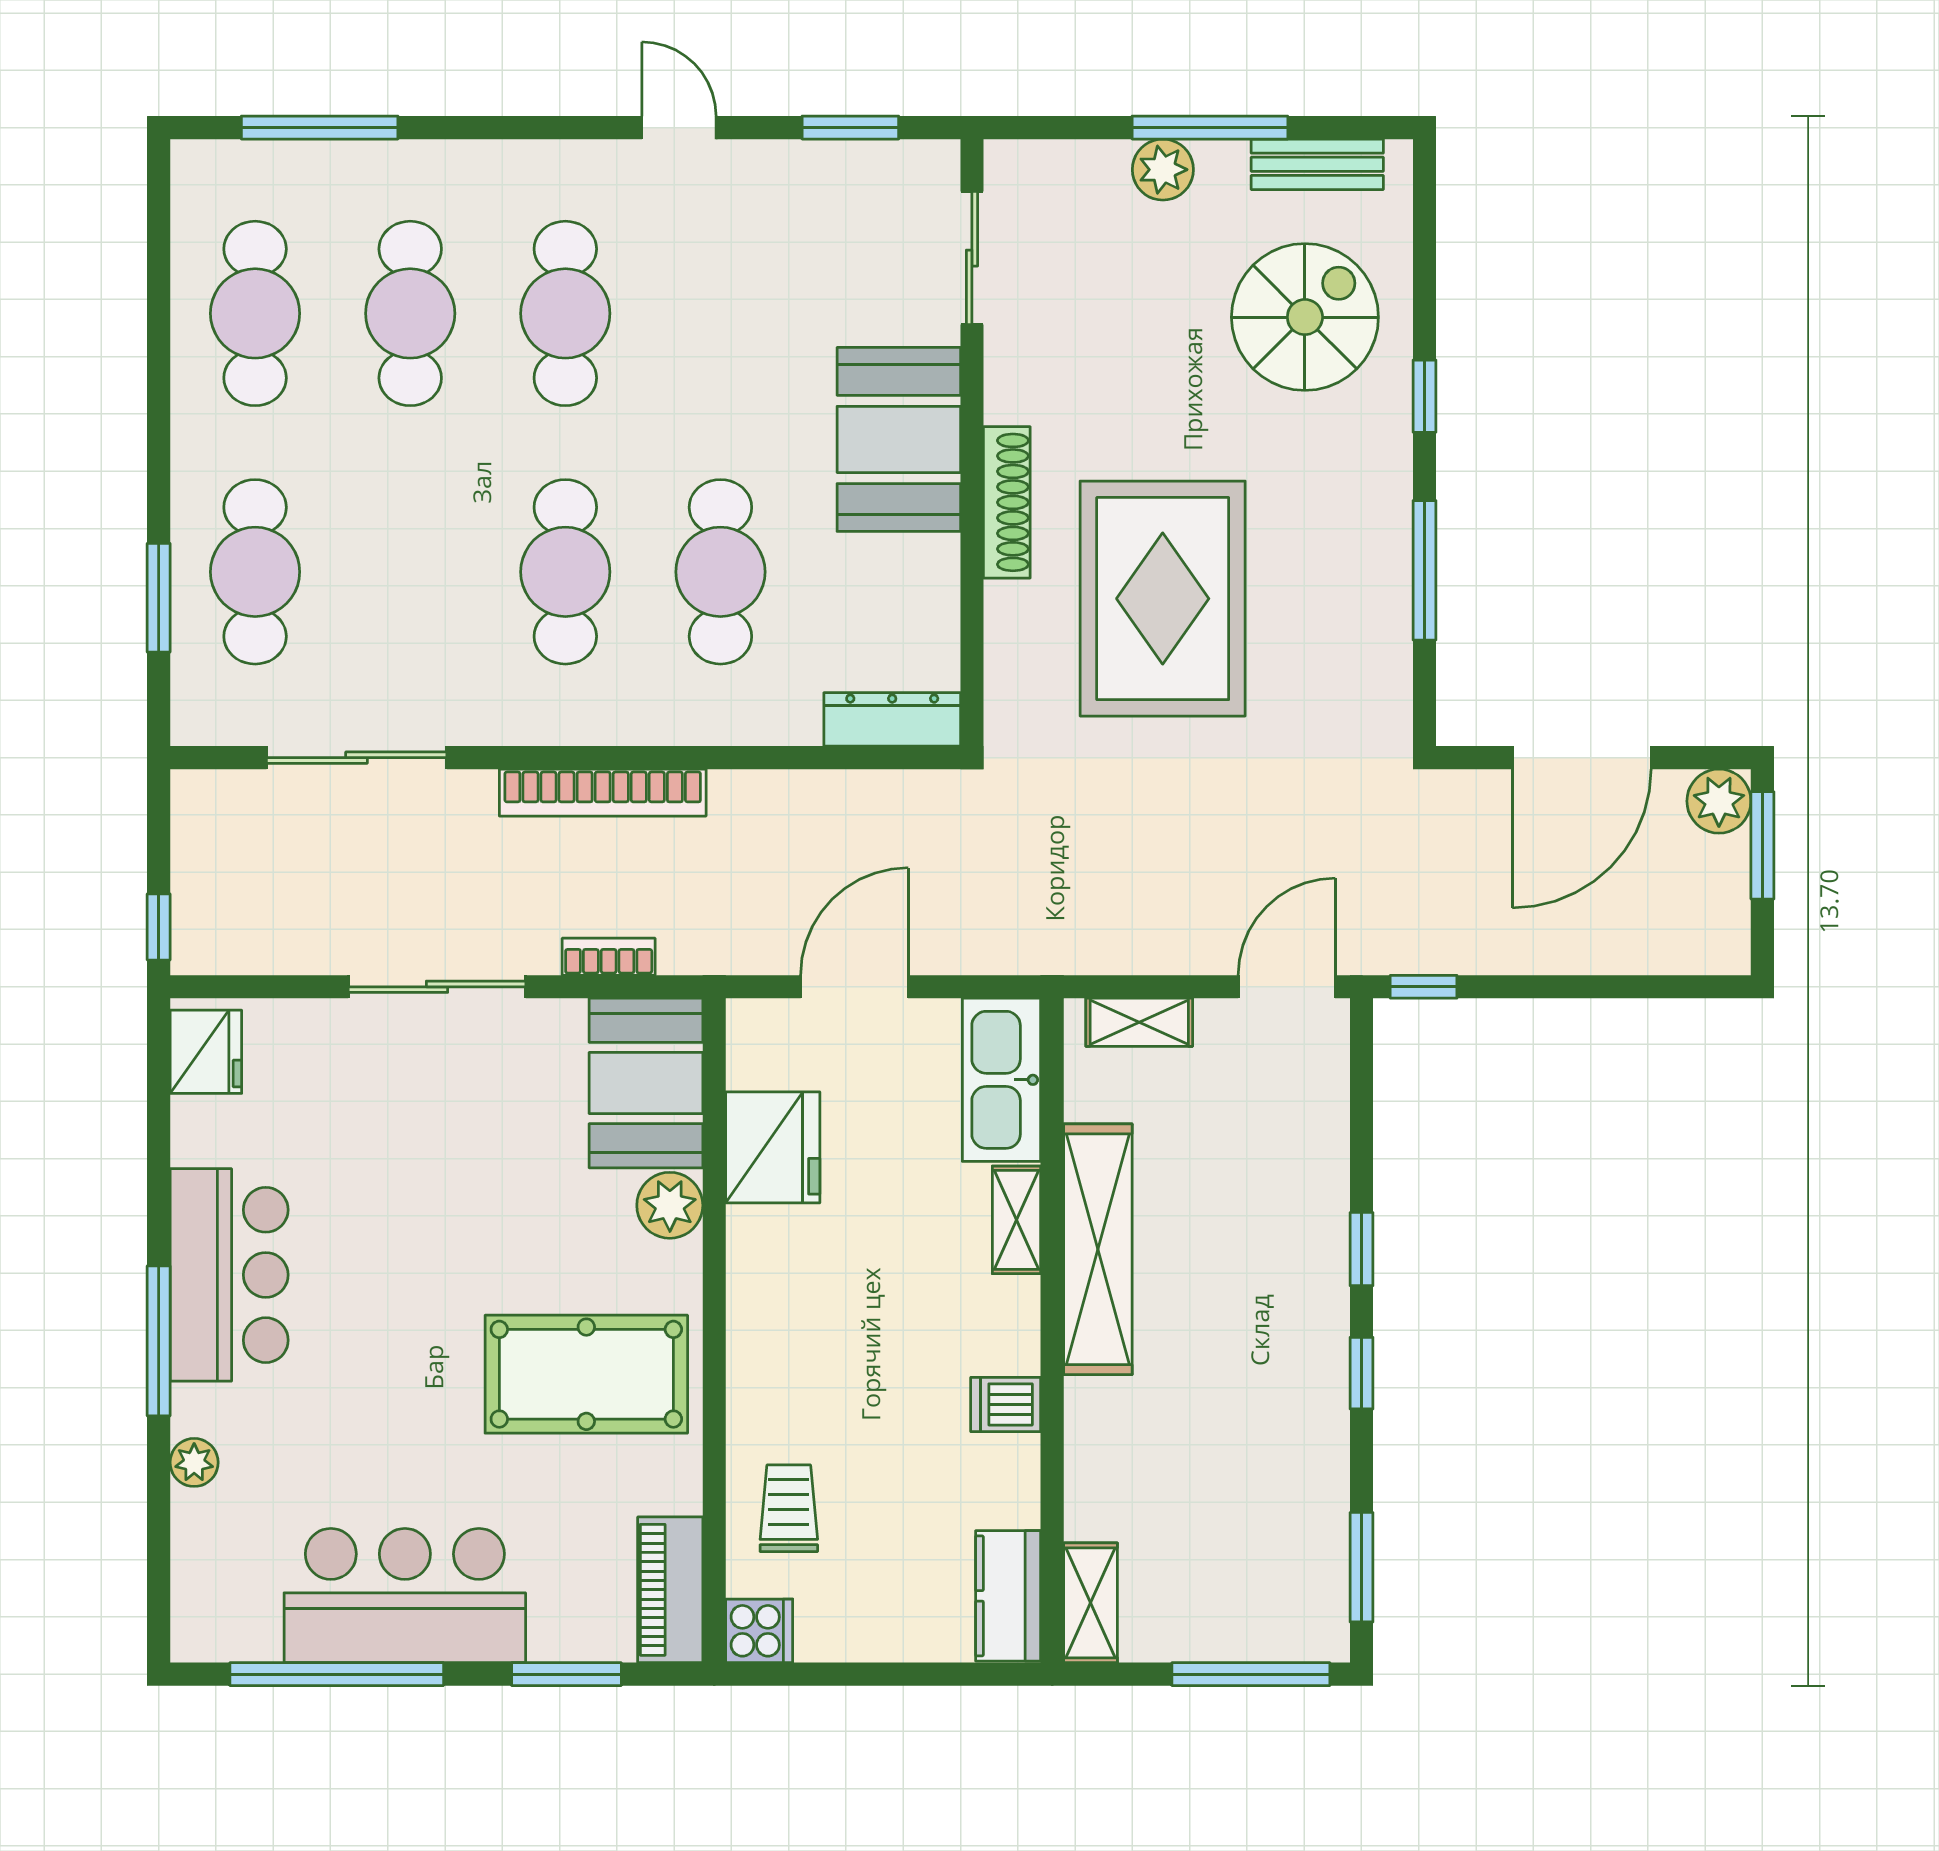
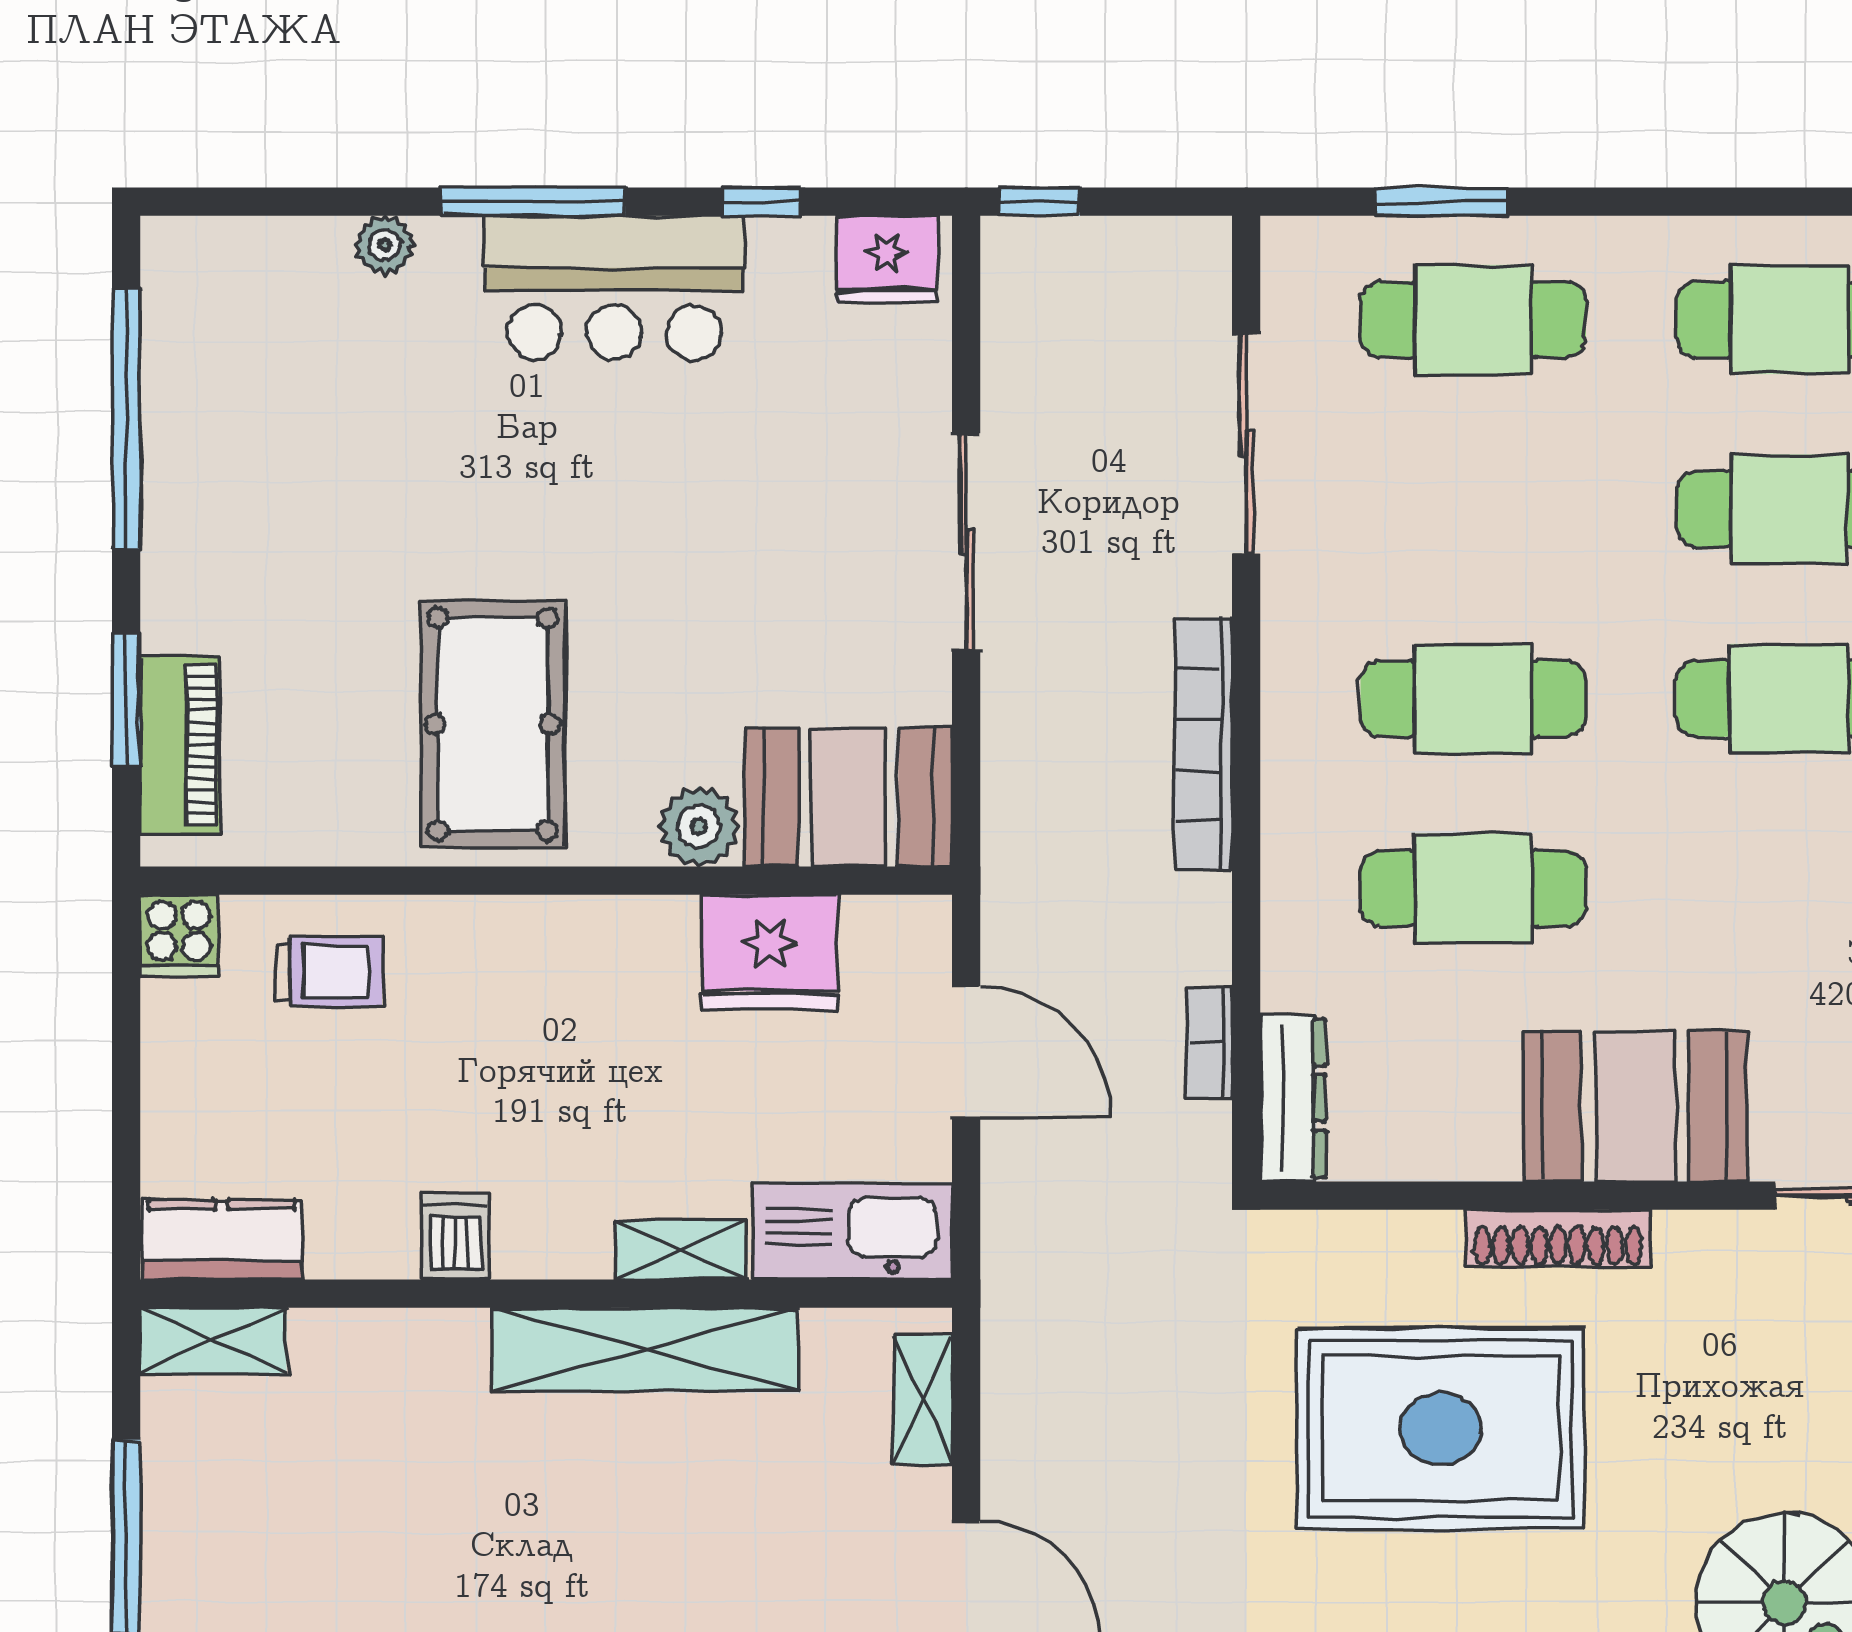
bookcase: (609, 957) -> (1209, 1043), moved, turned 180
window: (159, 1154) -> (762, 202), added
piano: (670, 1590) -> (180, 745), moved, turned 90
bar counter: (405, 1596) -> (222, 503), removed

